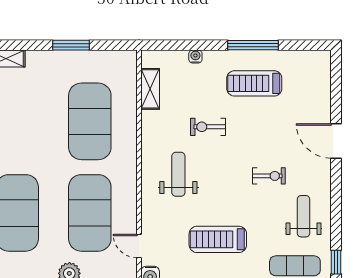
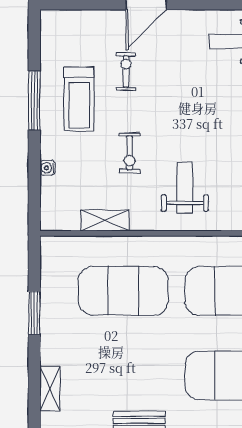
shelving: (150, 89) -> (105, 220), moved
weight bench: (178, 174) -> (185, 188), turned 90
exercise bike: (269, 176) -> (126, 71), moved

